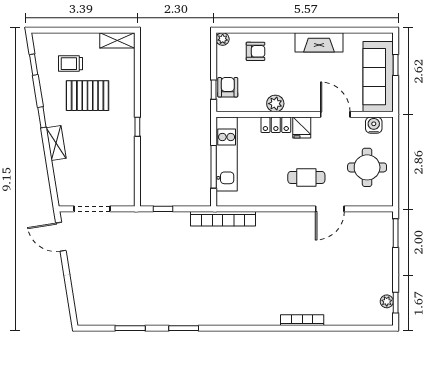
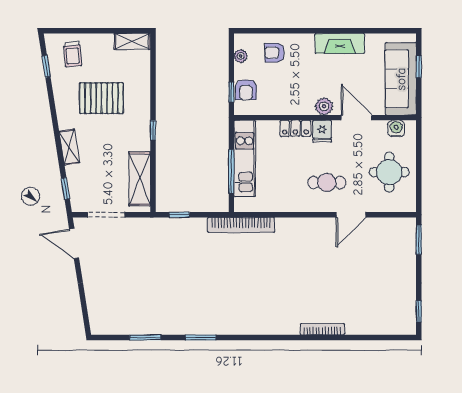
plant: (223, 39) -> (241, 56), moved
armchair: (255, 51) -> (274, 53), turned 180
trolley: (71, 64) -> (73, 54), moved, turned -95
armchair: (228, 87) -> (246, 90), turned 180
plant: (275, 104) -> (324, 106), moved
window: (42, 117) -> (65, 189), moved
shelving: (124, 174) -> (140, 179), added
plant: (387, 301) -> (410, 310), removed

